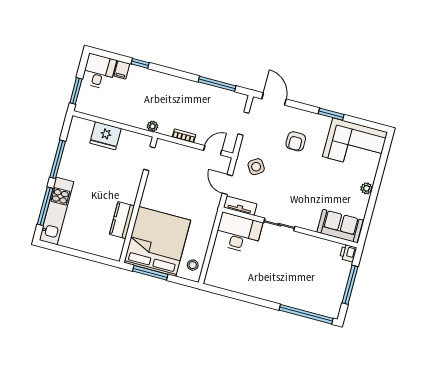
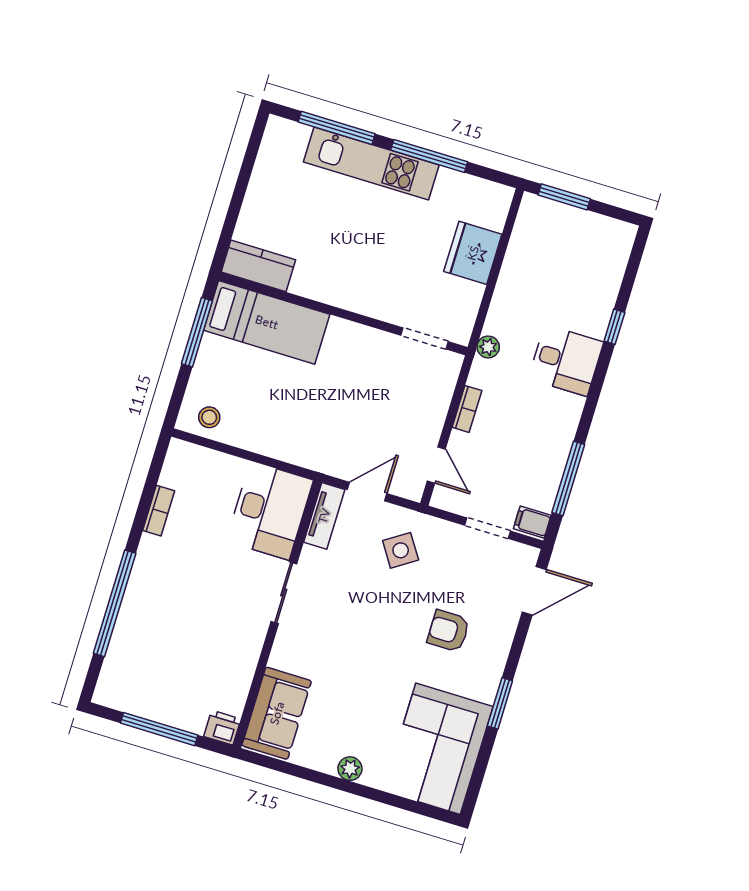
filing cabinet: (122, 70) -> (532, 522), moved
desk: (99, 71) -> (566, 360), moved
kitchen unit: (56, 211) -> (371, 164), moved
kitchen counter: (122, 220) -> (258, 266), moved
bed: (157, 241) -> (267, 322), width x0.49
bookcase: (240, 289) -> (159, 511), added
window: (306, 314) -> (115, 603), moved

